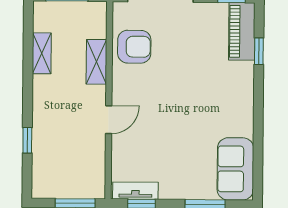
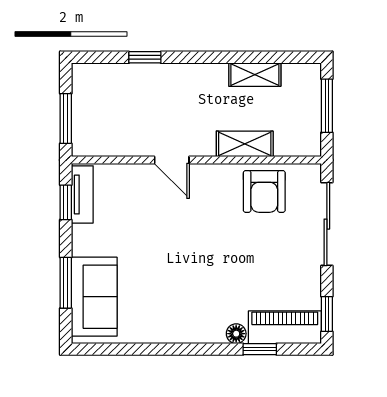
floor lamp: (247, 70) -> (236, 334), added
sofa: (235, 169) -> (94, 297), moved, turned 90

